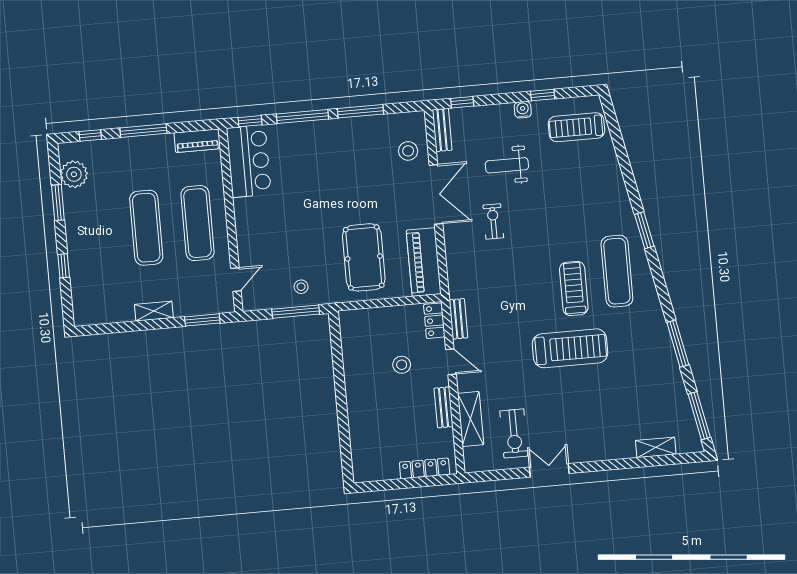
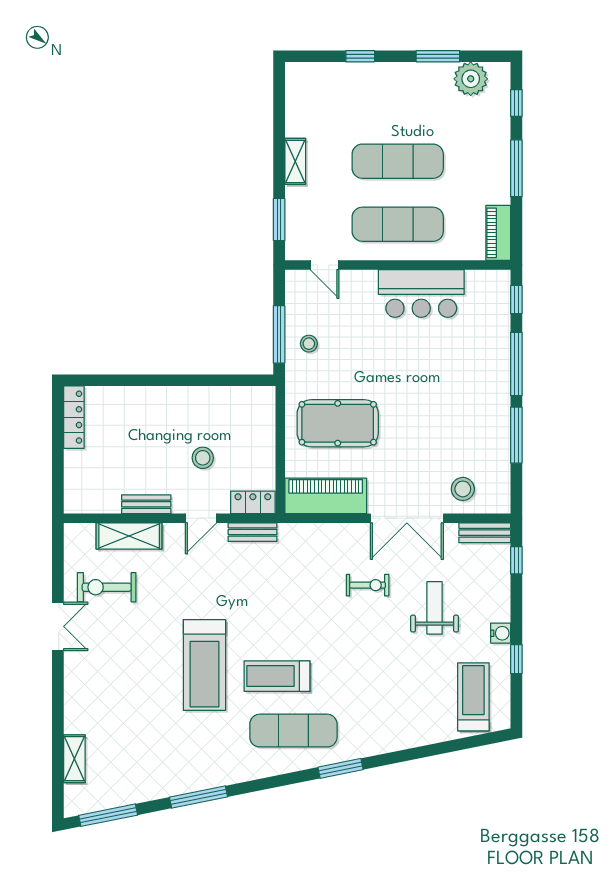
bar counter: (249, 161) -> (421, 293), moved
treadmill: (574, 288) -> (277, 676), turned 180
locker: (425, 468) -> (74, 417), moved

